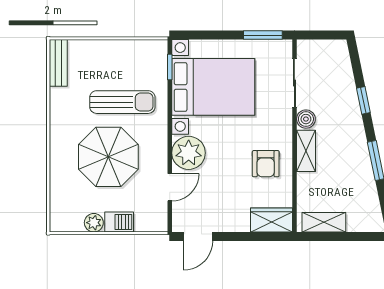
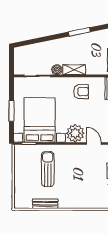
window: (263, 35) -> (11, 111), moved
bench: (58, 63) -> (45, 204), moved
window: (363, 100) -> (47, 39), removed
parasol: (108, 157) -> (77, 177), removed

